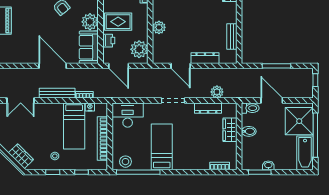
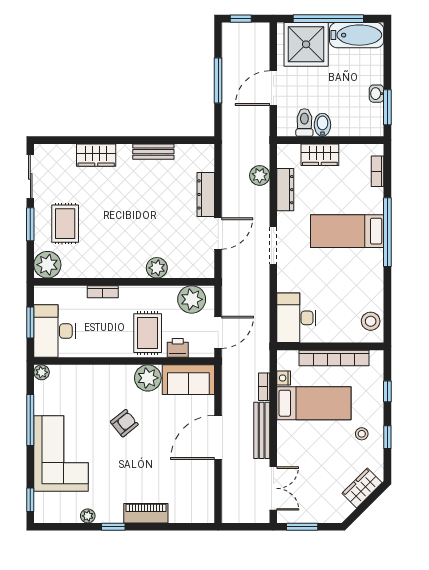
bench: (232, 36) -> (153, 152), moved
toilet: (250, 108) -> (304, 123), moved
bed: (162, 147) -> (347, 231), moved
window: (138, 172) -> (387, 232), moved

